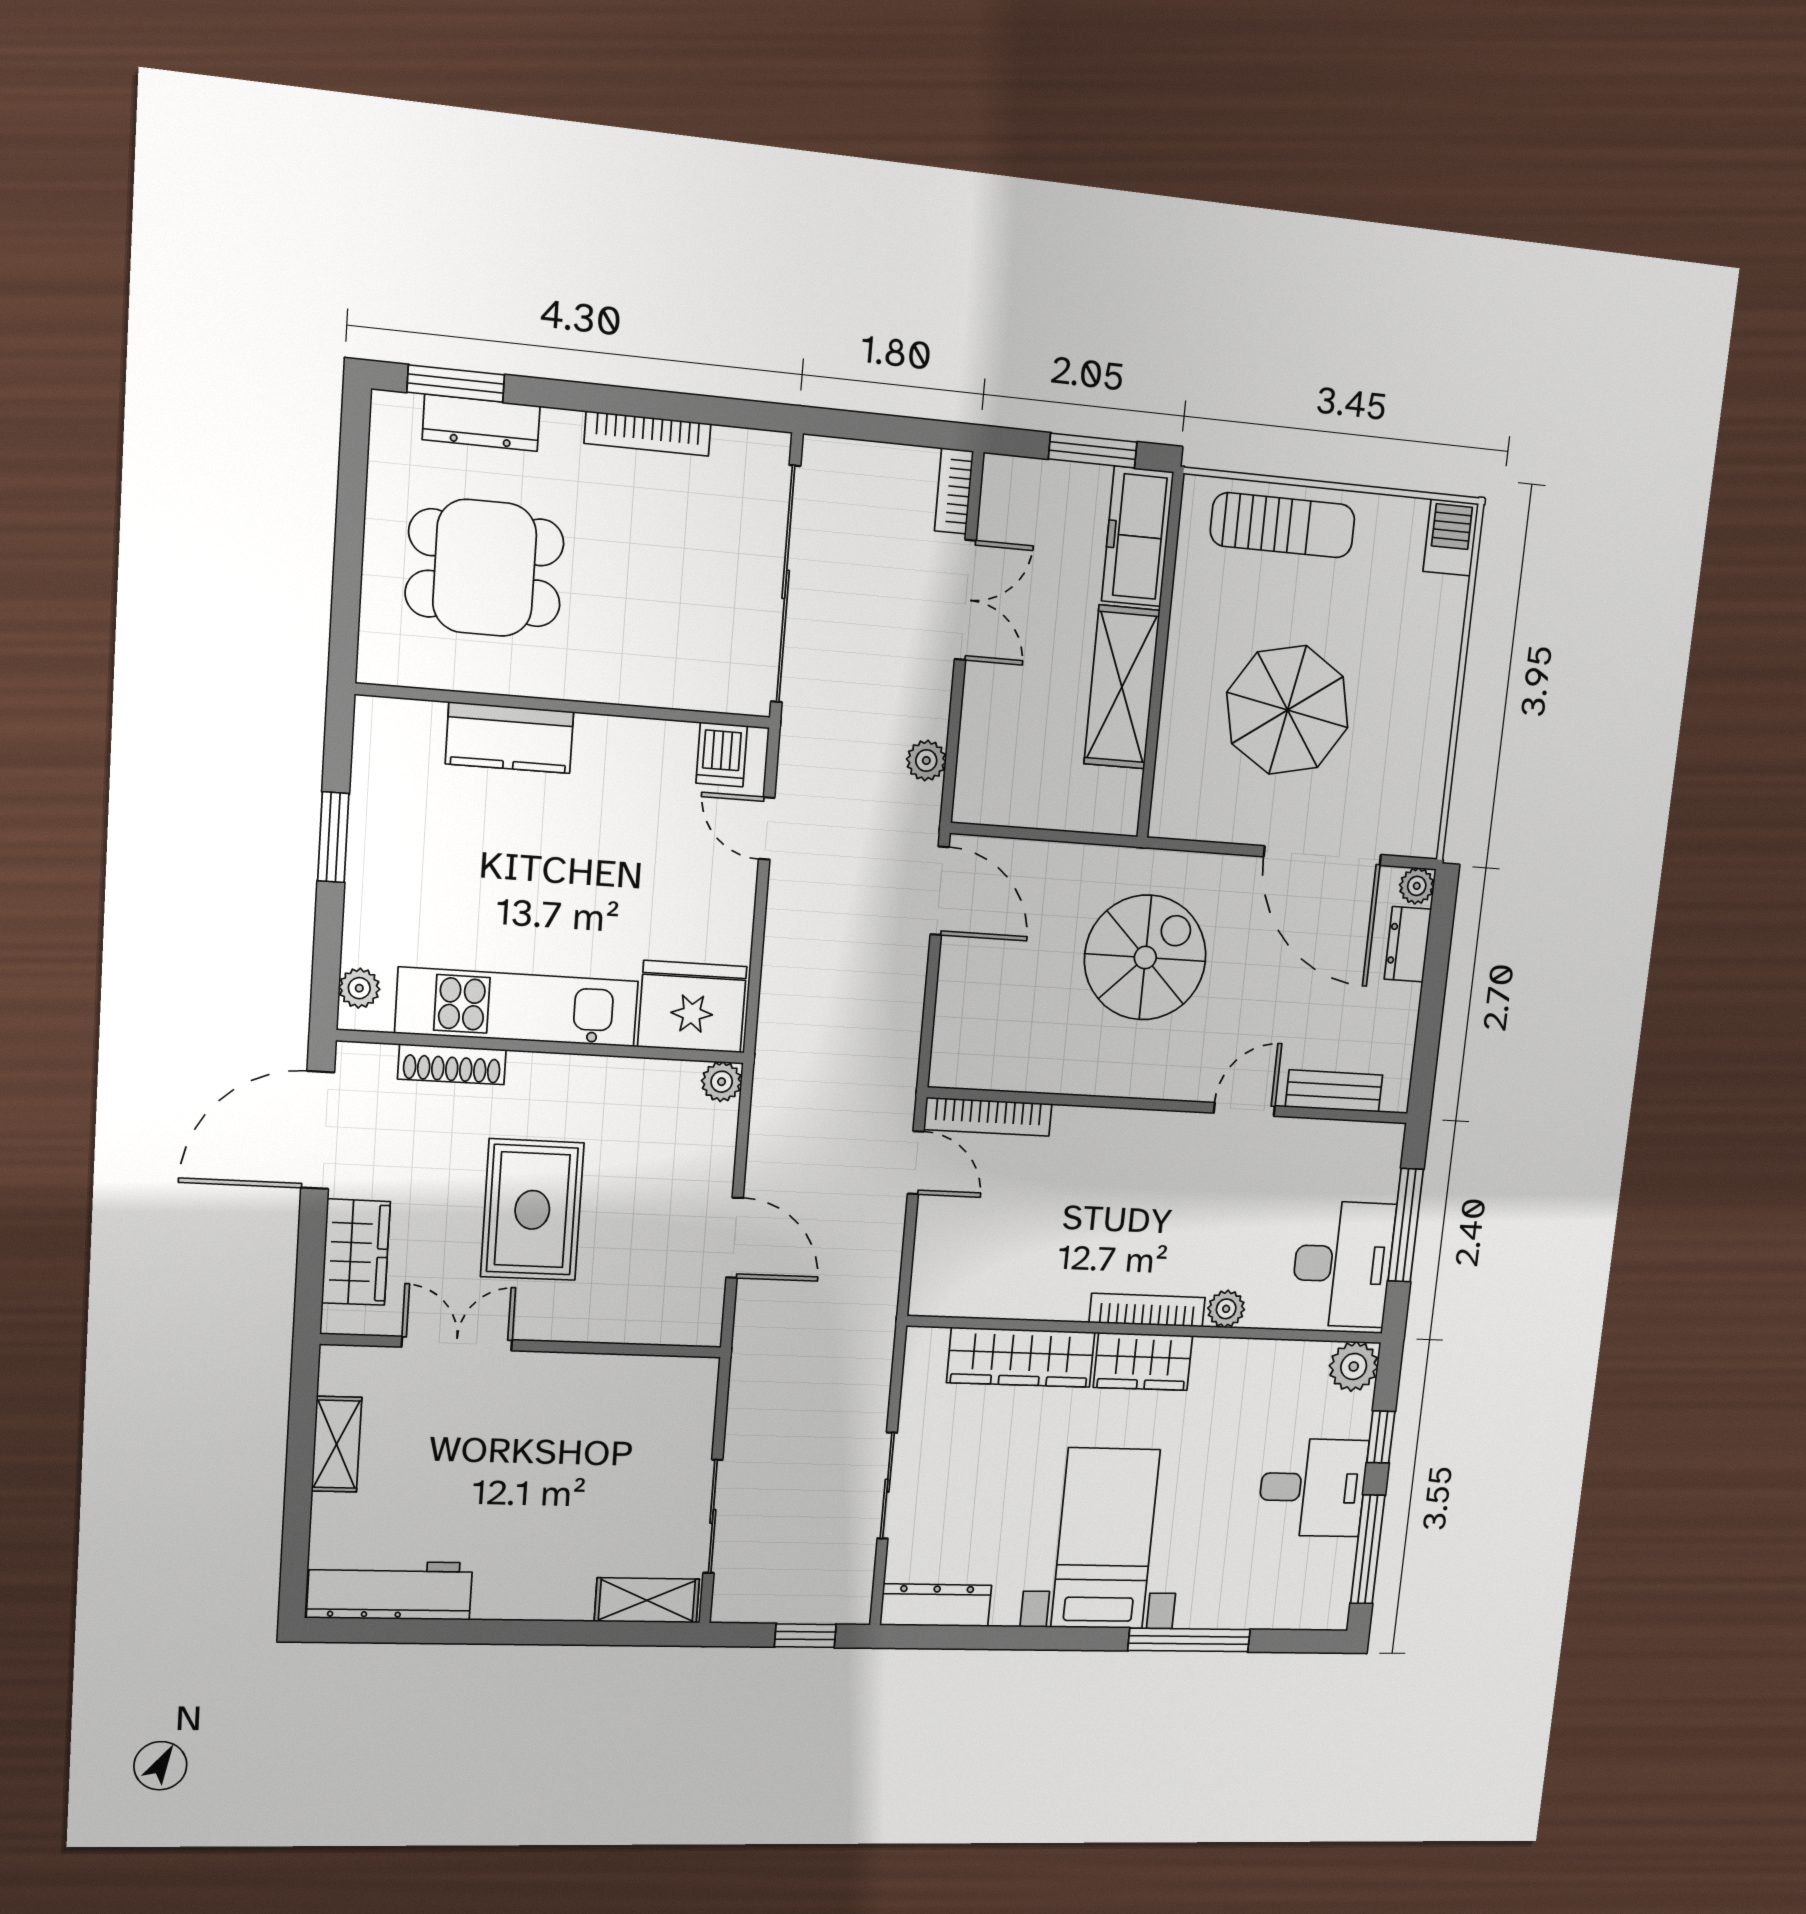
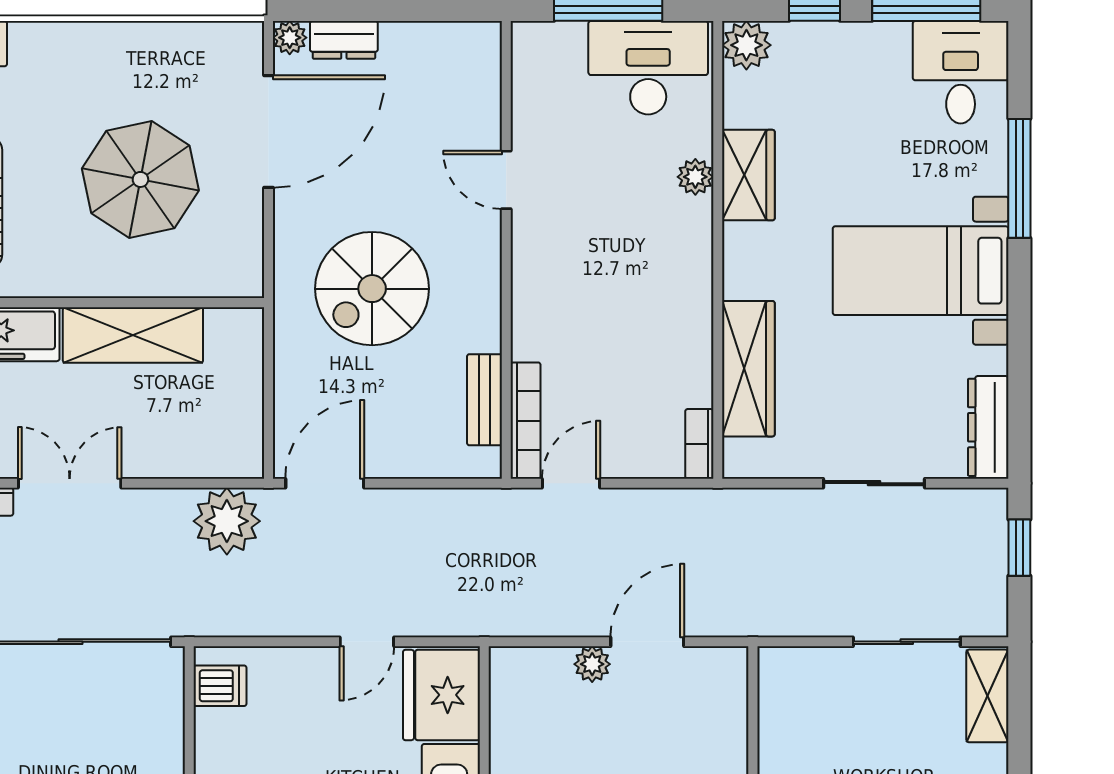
plant: (926, 761) -> (227, 521), width x1.88, depth x1.88
door: (767, 828) -> (367, 642), moved
spiral stairs: (1145, 957) -> (372, 289), turned -90
plant: (722, 1082) -> (592, 664), moved
bench: (1334, 1091) -> (484, 400), moved
bookcase: (1147, 1310) -> (699, 444), moved, width x0.64
wardrobe: (1143, 1361) -> (748, 175), moved
desk: (1313, 1488) -> (961, 72), moved

